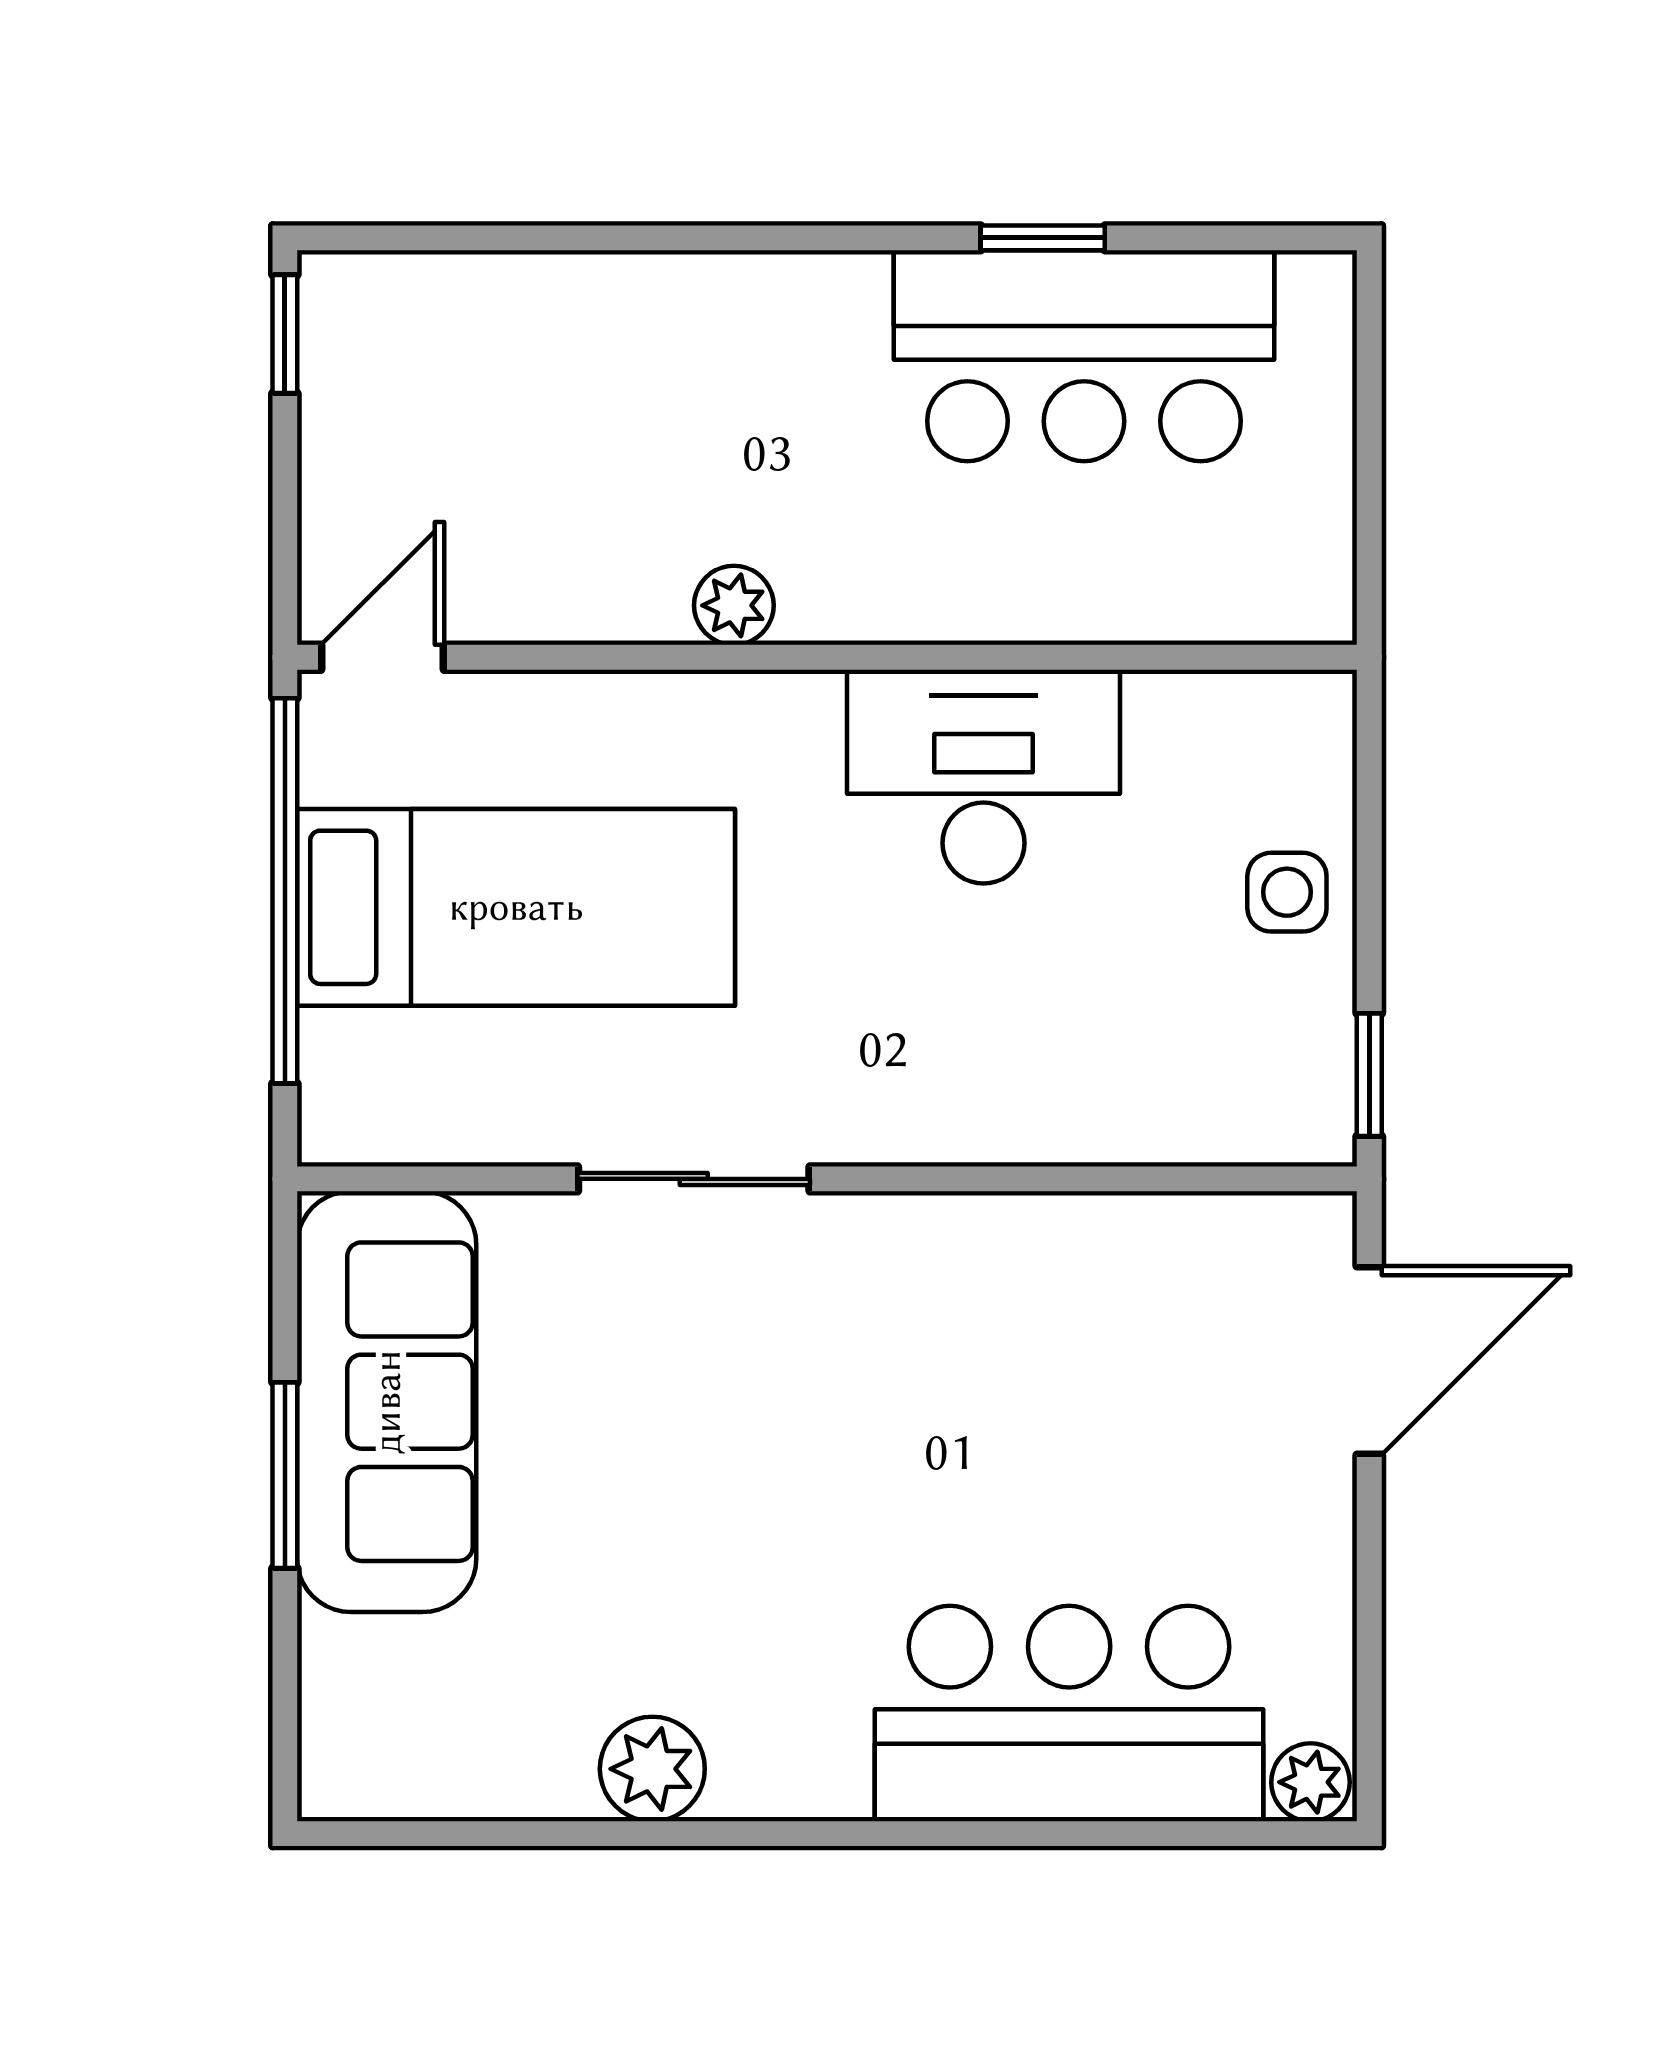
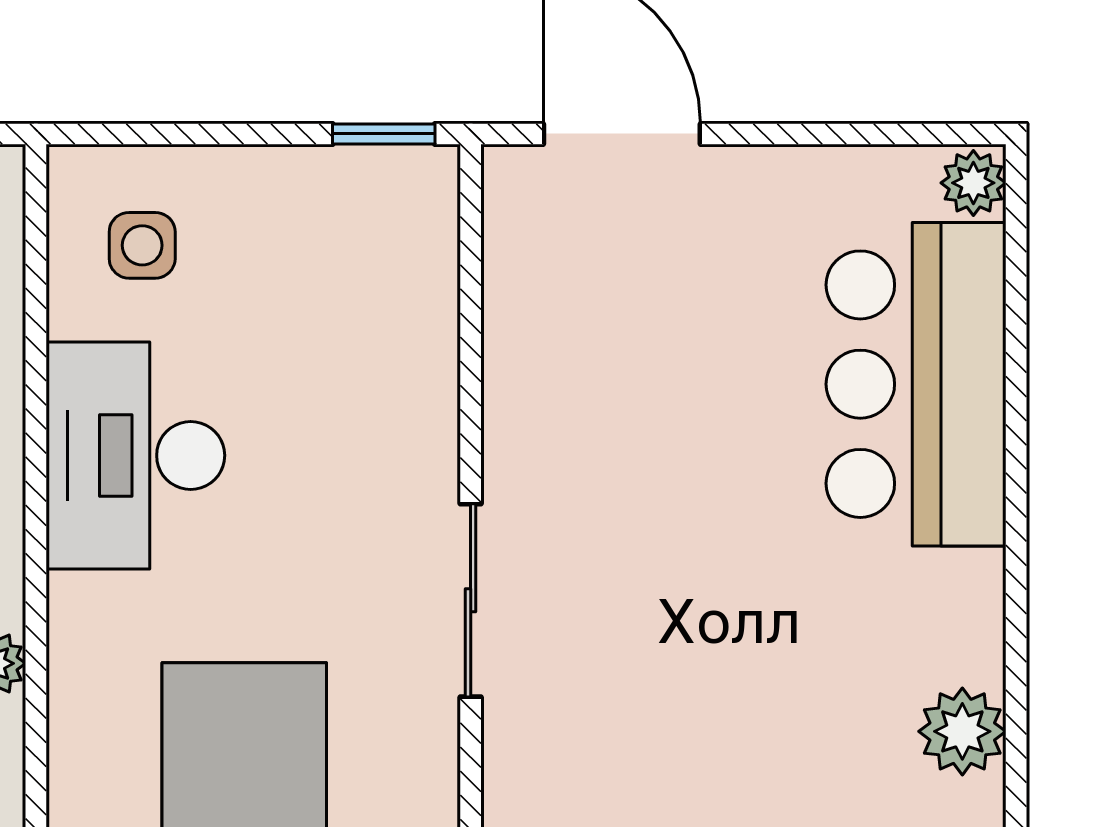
side table: (1287, 892) -> (142, 245), moved
sliding door: (694, 1179) -> (471, 600), moved

